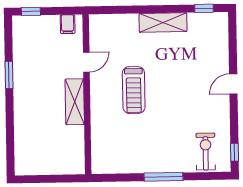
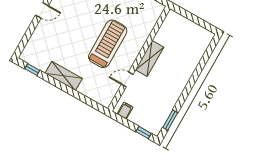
window: (9, 75) -> (170, 120), moved
treadmill: (134, 90) -> (108, 44), width x1.37, depth x1.38

